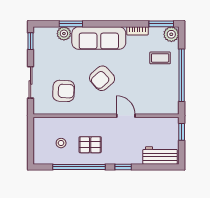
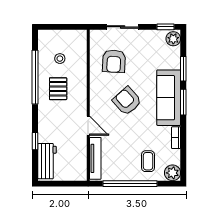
window: (161, 24) -> (183, 102), moved
plant: (64, 34) -> (173, 39), moved
tv unit: (157, 109) -> (95, 158), added
door: (126, 116) -> (88, 126), hinge flipped
window: (182, 132) -> (71, 184), removed
window: (123, 167) -> (35, 141), moved

